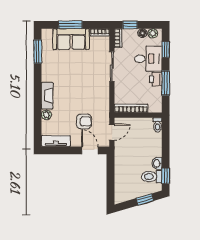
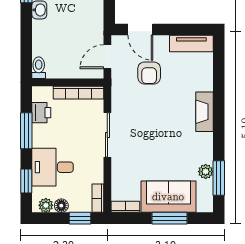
sliding door: (112, 67) -> (107, 135), moved
printer: (156, 79) -> (41, 113), moved
plant: (46, 115) -> (206, 172), moved
armchair: (84, 121) -> (149, 73), turned -90

